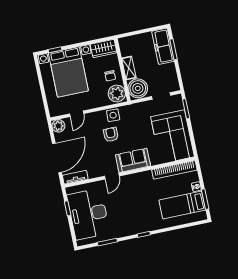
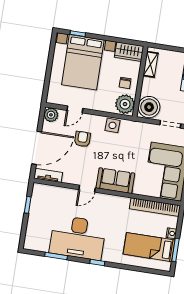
shelving: (129, 68) -> (151, 64), moved
armchair: (111, 135) -> (82, 139), moved
desk: (88, 214) -> (78, 238), moved, turned -90

